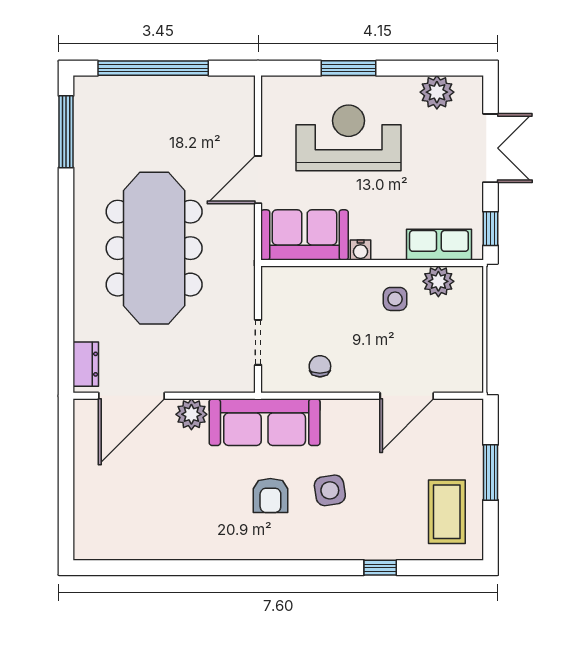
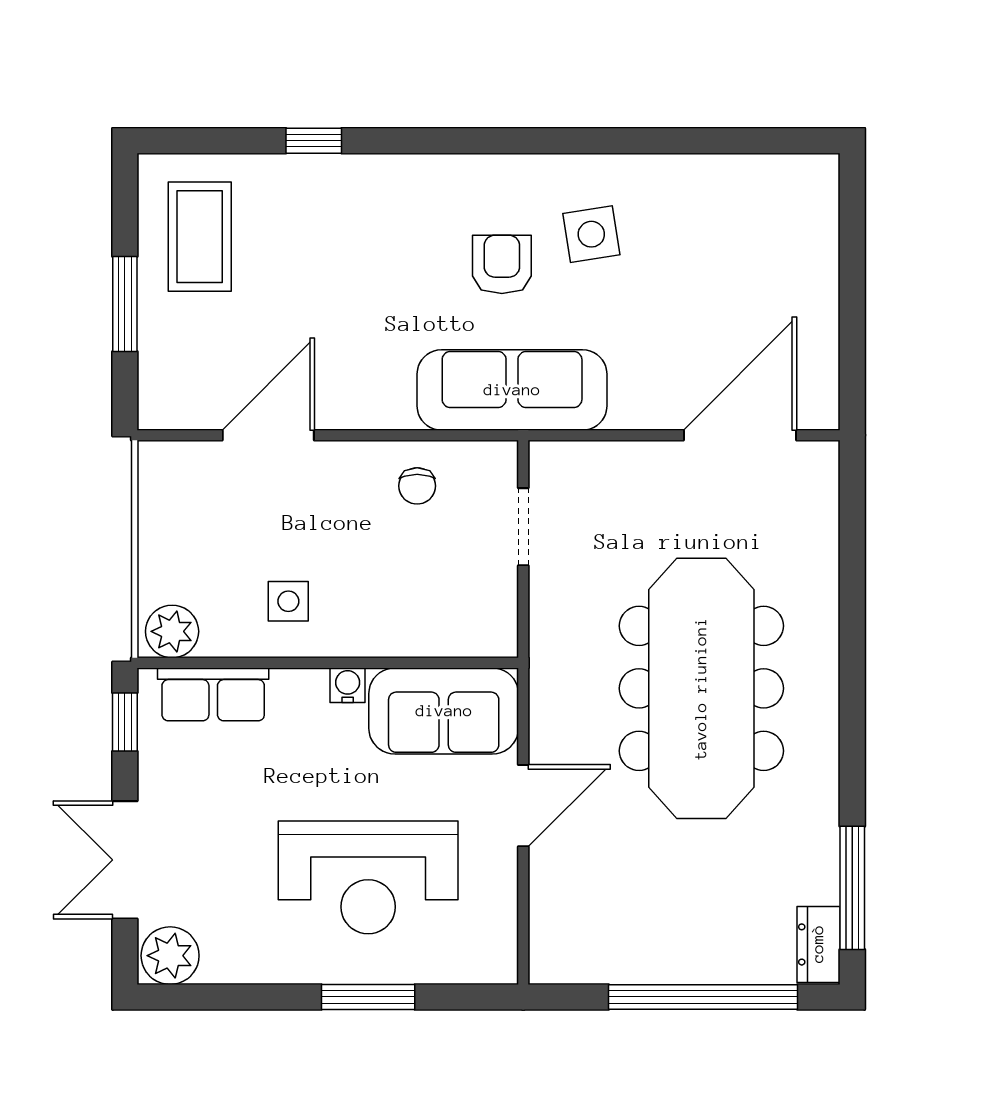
plant: (437, 92) -> (170, 956), moved
plant: (438, 281) -> (172, 631), moved
dresser: (86, 364) -> (818, 944), moved
plant: (191, 414) -> (637, 404), removed
side table: (330, 490) -> (591, 234), moved

